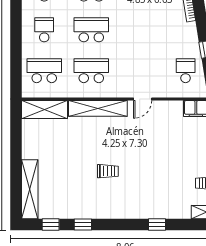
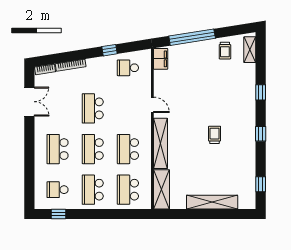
school desk: (44, 30) -> (93, 190), width x1.85
school desk: (138, 30) -> (93, 108), added
shelving: (30, 189) -> (212, 202), moved
window: (83, 225) -> (261, 134), moved

